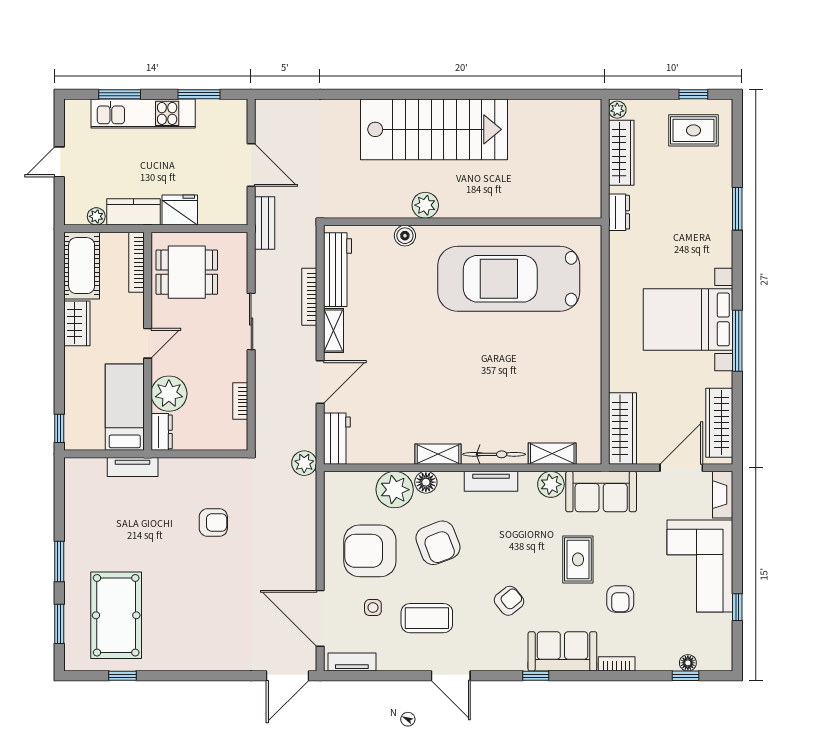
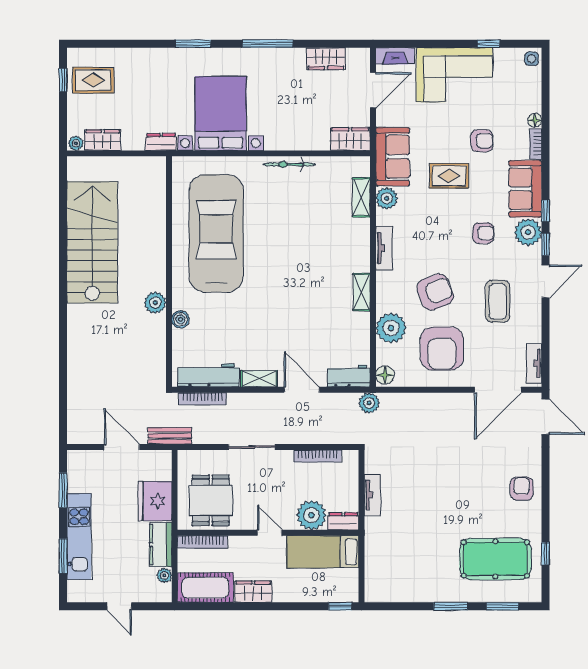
stairs: (434, 129) -> (92, 242), moved
rug: (693, 130) -> (93, 80), turned 90
wardrobe: (621, 153) -> (103, 140), width x0.67
door: (251, 165) -> (122, 447), hinge flipped
window: (737, 209) -> (193, 44), moved
fridge: (180, 210) -> (155, 501), width x1.36, depth x1.34
car: (509, 279) -> (216, 233), turned 180
bookcase: (309, 297) -> (203, 399), moved
bed with nightstands: (688, 319) -> (221, 113), moved, turned 180
bookcase: (240, 401) -> (318, 456), width x1.56
wardrobe: (719, 423) -> (326, 59), width x0.67
wardrobe: (622, 428) -> (350, 139), width x0.67
bicycle: (494, 454) -> (289, 164), moved, turned -90
tv unit: (133, 467) -> (372, 495), moved
door: (681, 468) -> (373, 90), swing flipped
floor lamp: (426, 482) -> (385, 375), moved
armchair: (213, 522) -> (522, 489), moved
armchair: (509, 601) -> (483, 233), turned 129
side table: (373, 608) -> (532, 59), moved
plant: (510, 655) -> (528, 232), added
floor lamp: (688, 663) -> (535, 120), moved
window: (685, 676) -> (546, 244), moved

